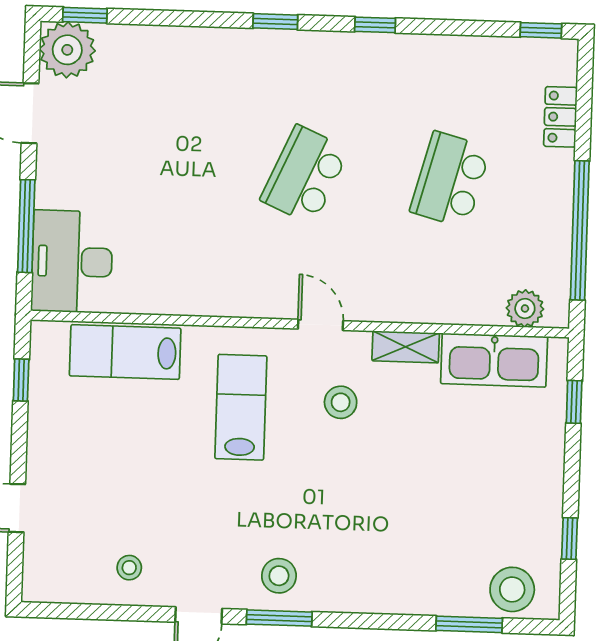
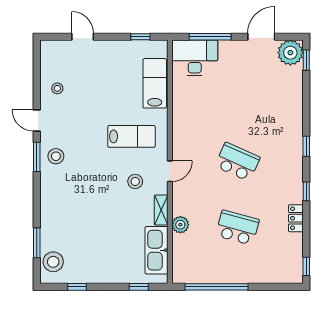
locker: (560, 117) -> (296, 218), moved, turned -90
plant: (525, 308) -> (180, 225), moved

